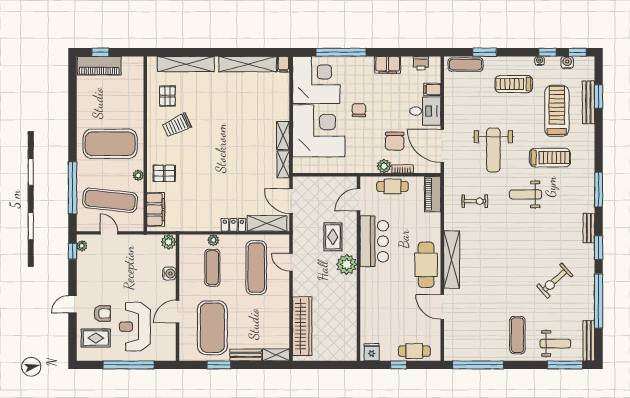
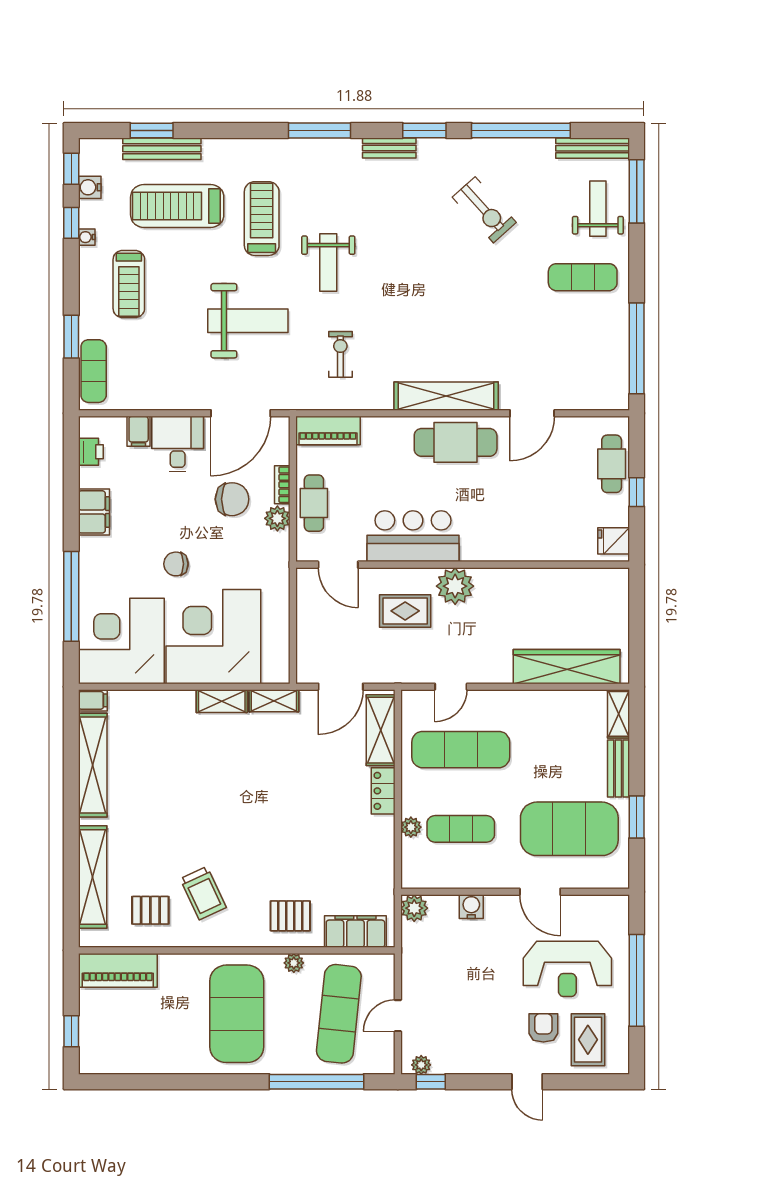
piano: (99, 66) -> (118, 970), moved, turned 90
pallet: (164, 173) -> (290, 916), turned 90

